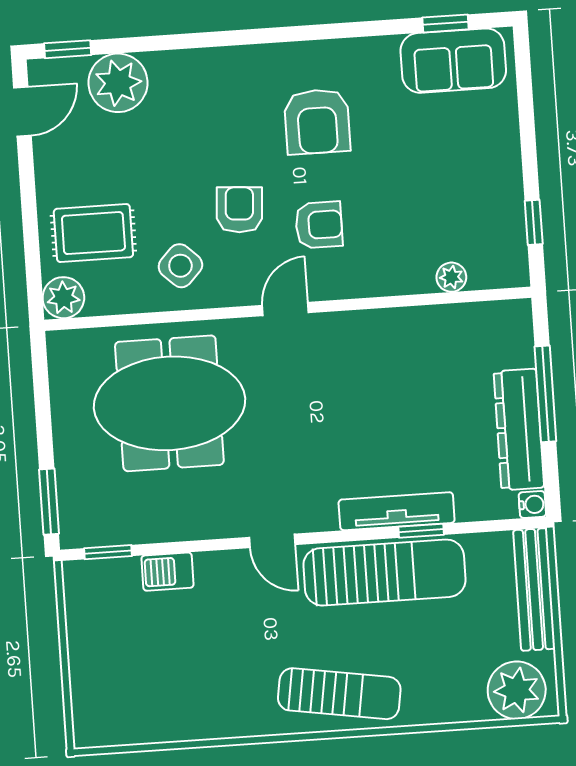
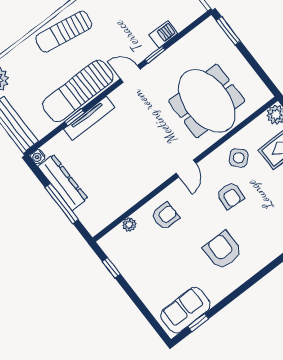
armchair: (319, 225) -> (165, 216), moved, turned 180
meeting table: (169, 403) -> (207, 101), turned 90
window: (108, 552) -> (155, 55), moved

